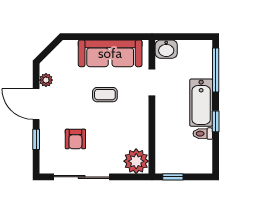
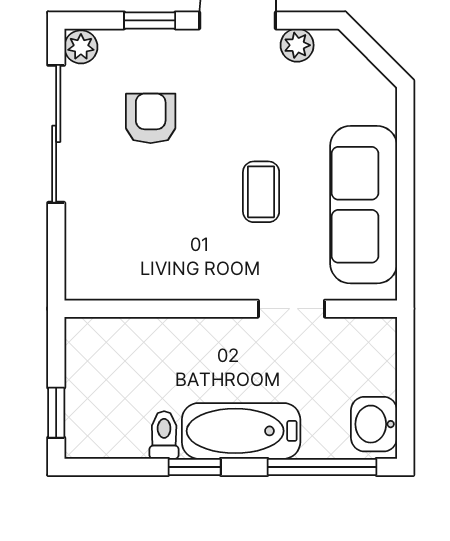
washbasin: (166, 49) -> (374, 424), moved
armchair: (75, 139) -> (151, 118), turned 90
plant: (136, 161) -> (81, 47), moved, width x0.53, depth x0.53
window: (173, 177) -> (56, 413), moved

